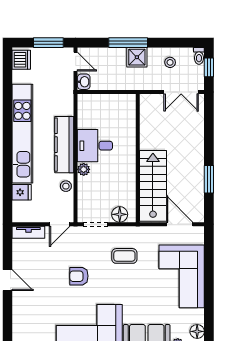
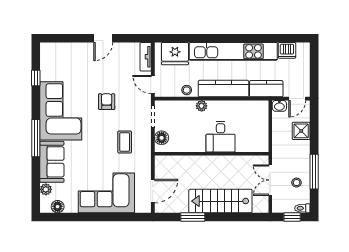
window: (48, 43) -> (314, 74), removed
window: (128, 43) -> (314, 172), moved
shower: (137, 57) -> (301, 131), moved
dishwasher: (21, 60) -> (287, 50), moved
double door: (181, 92) -> (270, 180), moved
kitchen counter: (64, 97) -> (266, 89), added
desk: (95, 146) -> (221, 137), moved, turned 180
stairs: (153, 186) -> (220, 201), moved, turned 180
fridge: (22, 192) -> (175, 54), width x1.88, depth x1.34

